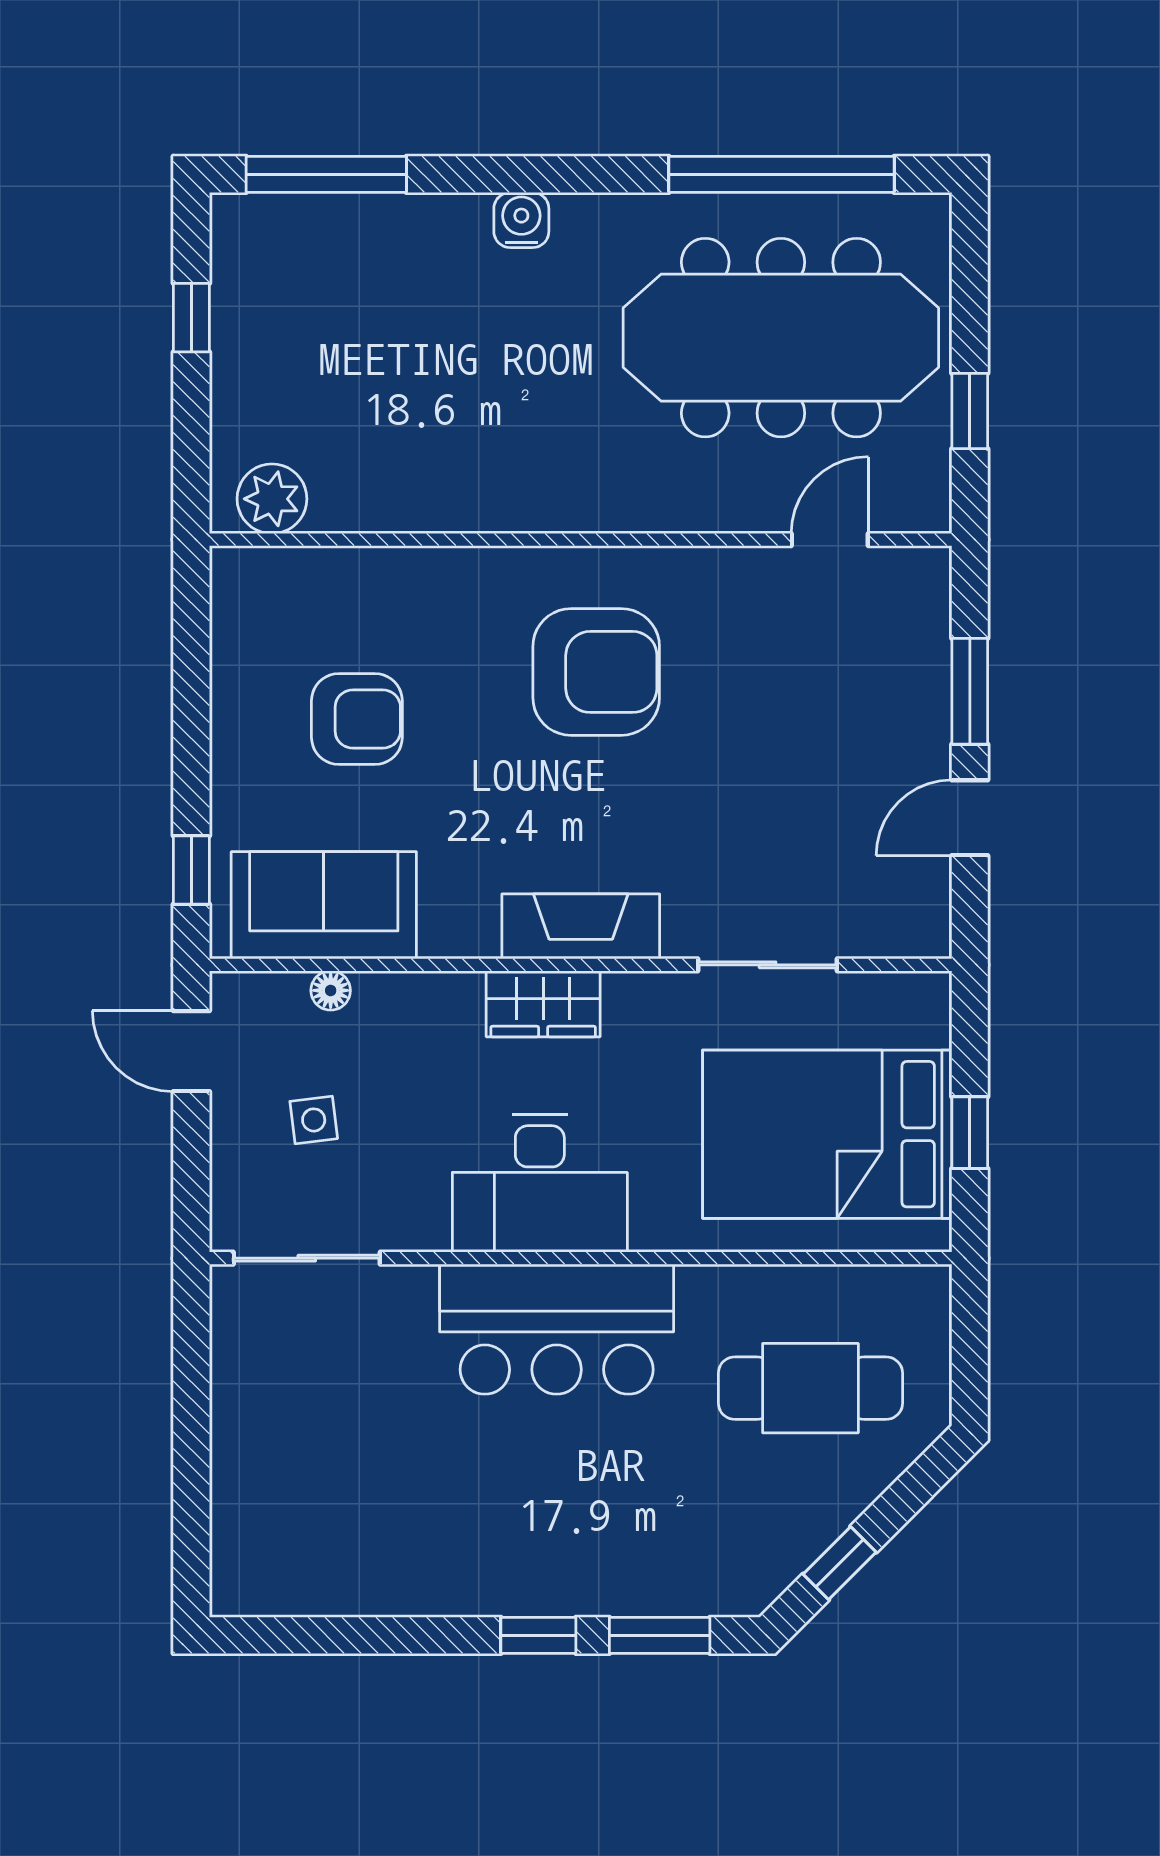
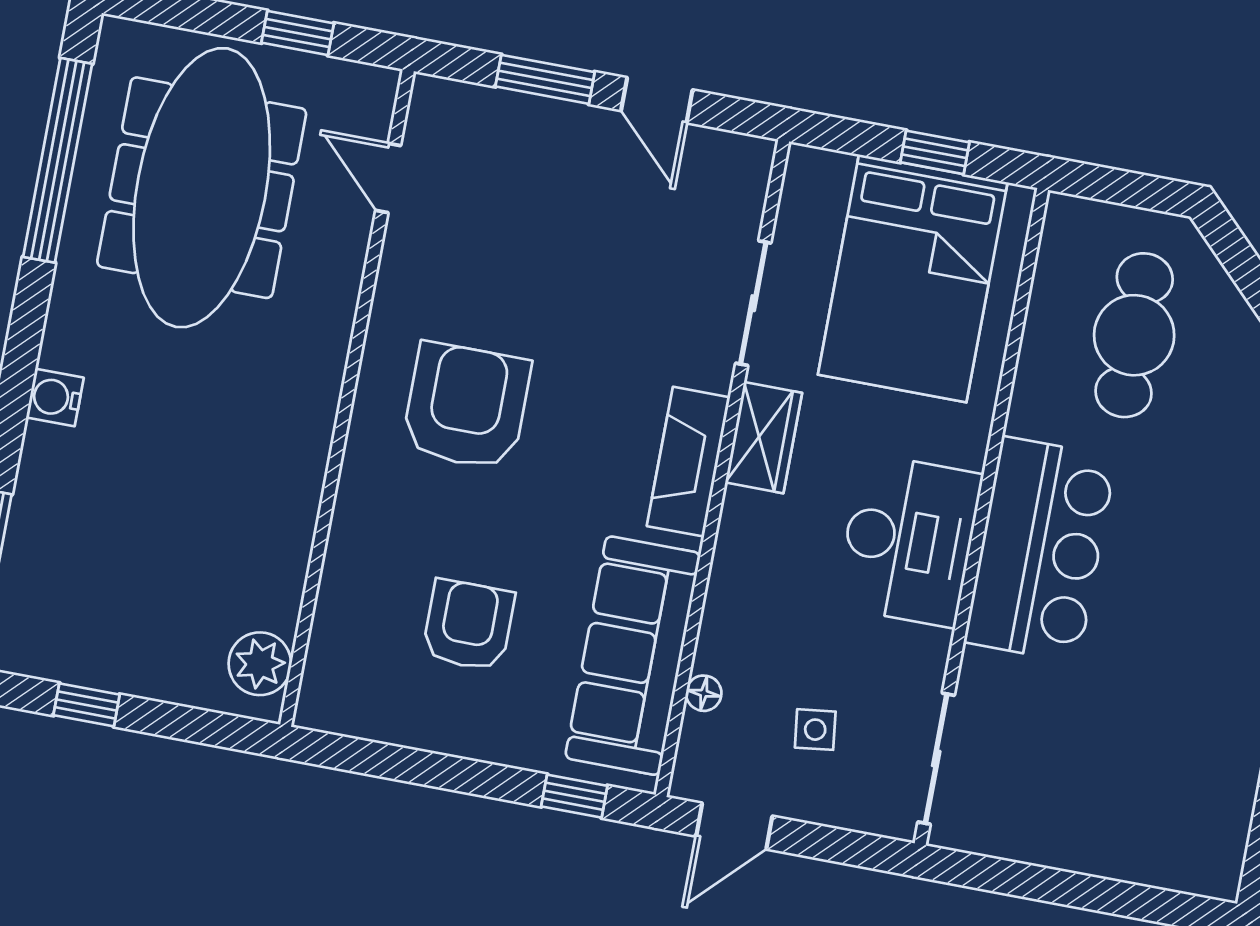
sofa: (324, 905) -> (633, 656), width x1.36
wardrobe: (543, 1004) -> (764, 438), moved

